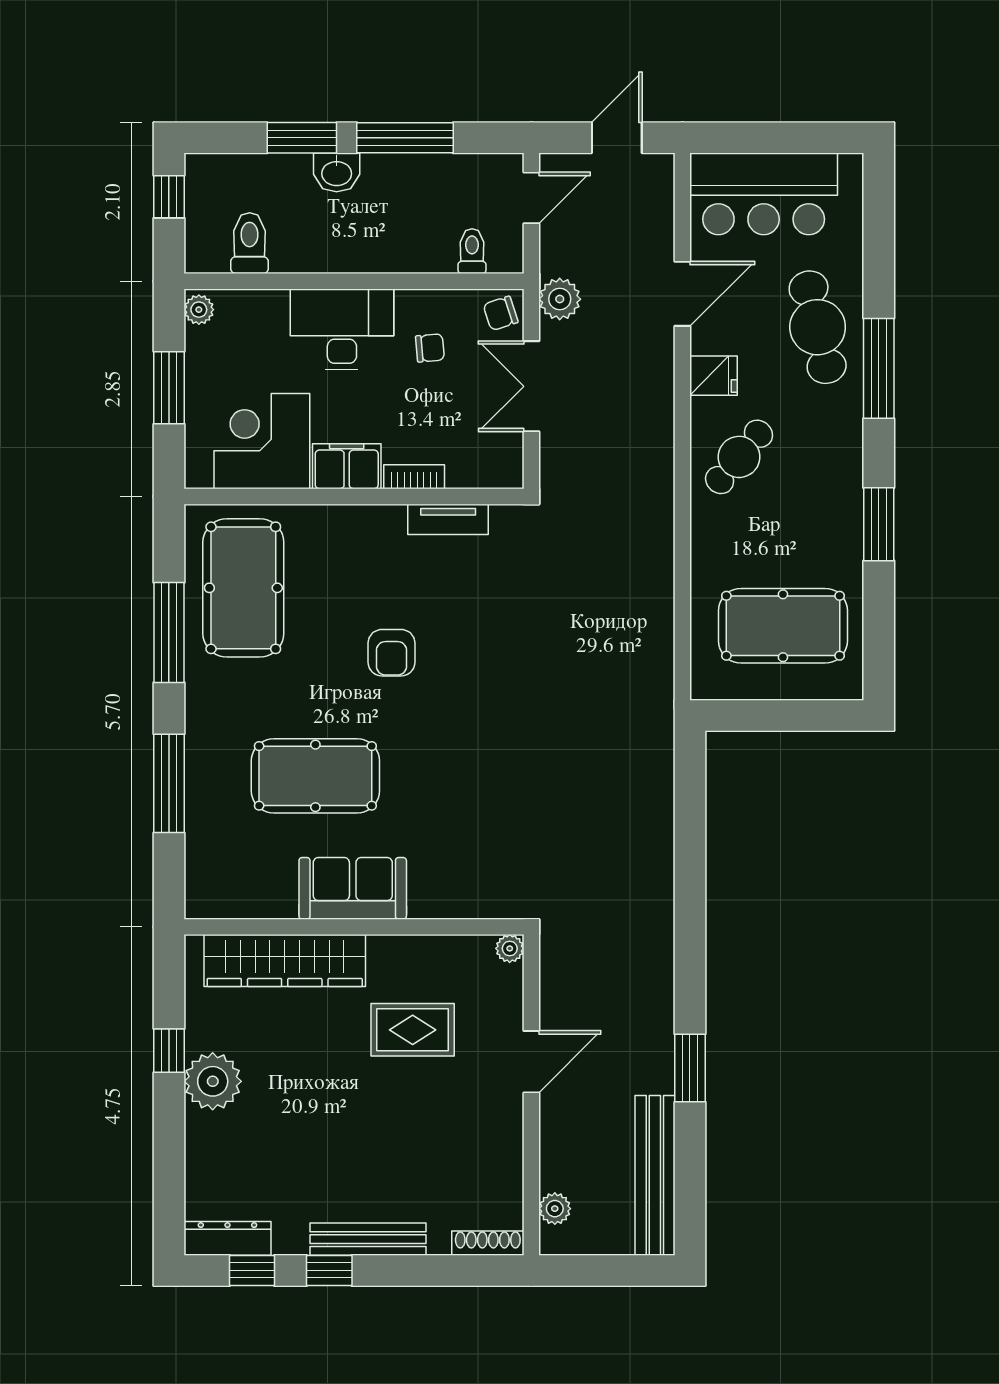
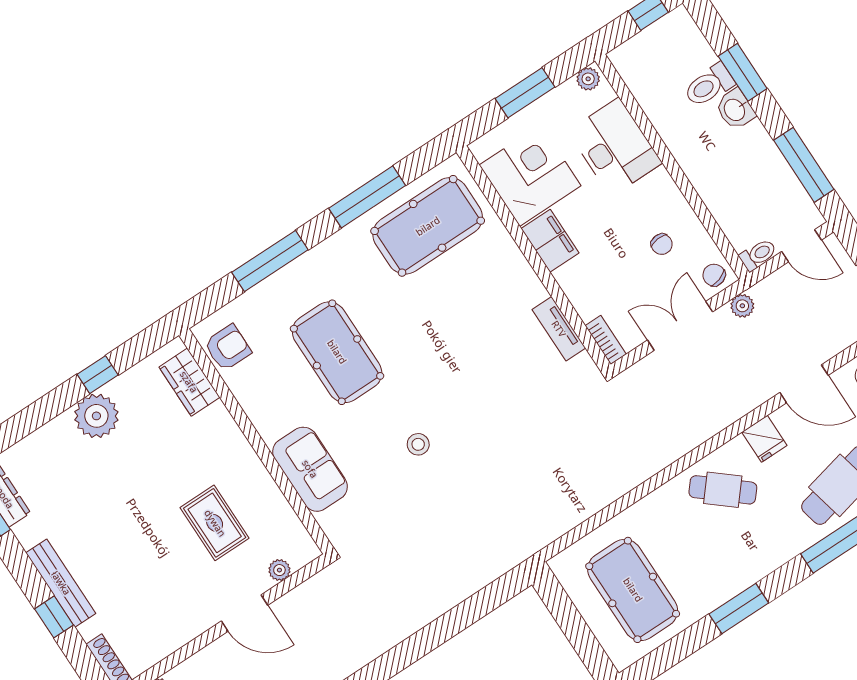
window: (405, 138) -> (804, 165), moved
toilet: (250, 243) -> (709, 85), moved, turned 180
toilet: (472, 251) -> (758, 255), moved
plant: (560, 299) -> (742, 306), width x0.73, depth x0.73
desk: (342, 329) -> (615, 147), moved
bookcase: (414, 477) -> (606, 340), moved
armchair: (391, 653) -> (228, 348), moved, turned 180
stool: (473, 754) -> (418, 444), added
sofa: (353, 888) -> (310, 469), moved
plant: (510, 948) -> (279, 570), moved
wardrobe: (285, 961) -> (189, 382), width x0.48, depth x0.85
window: (329, 1270) -> (54, 617), moved

